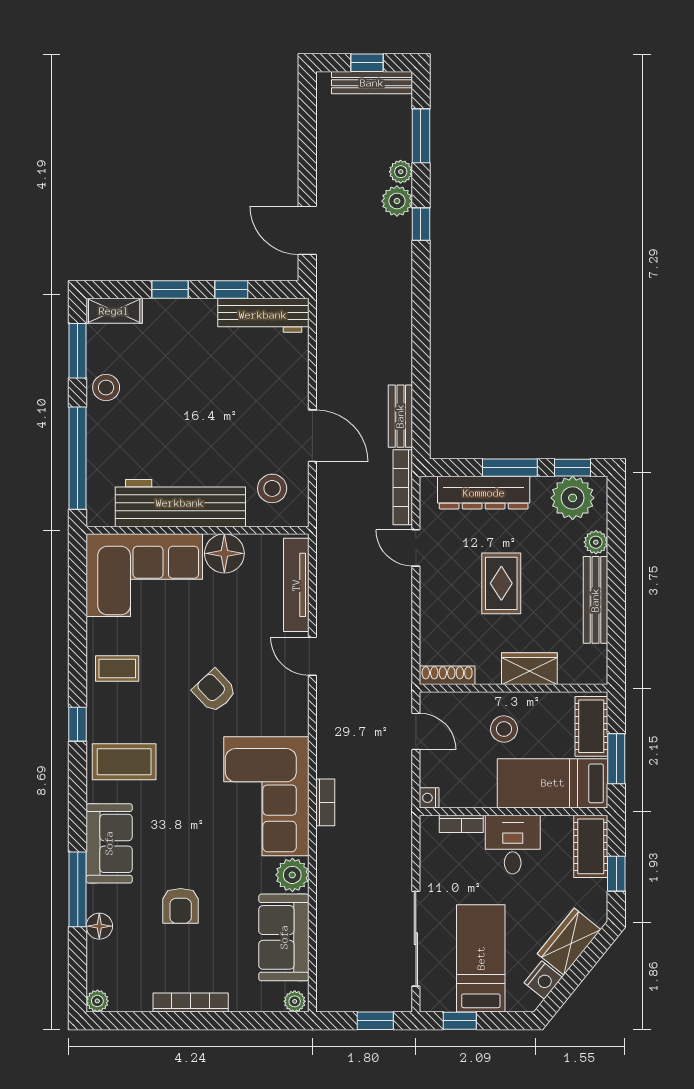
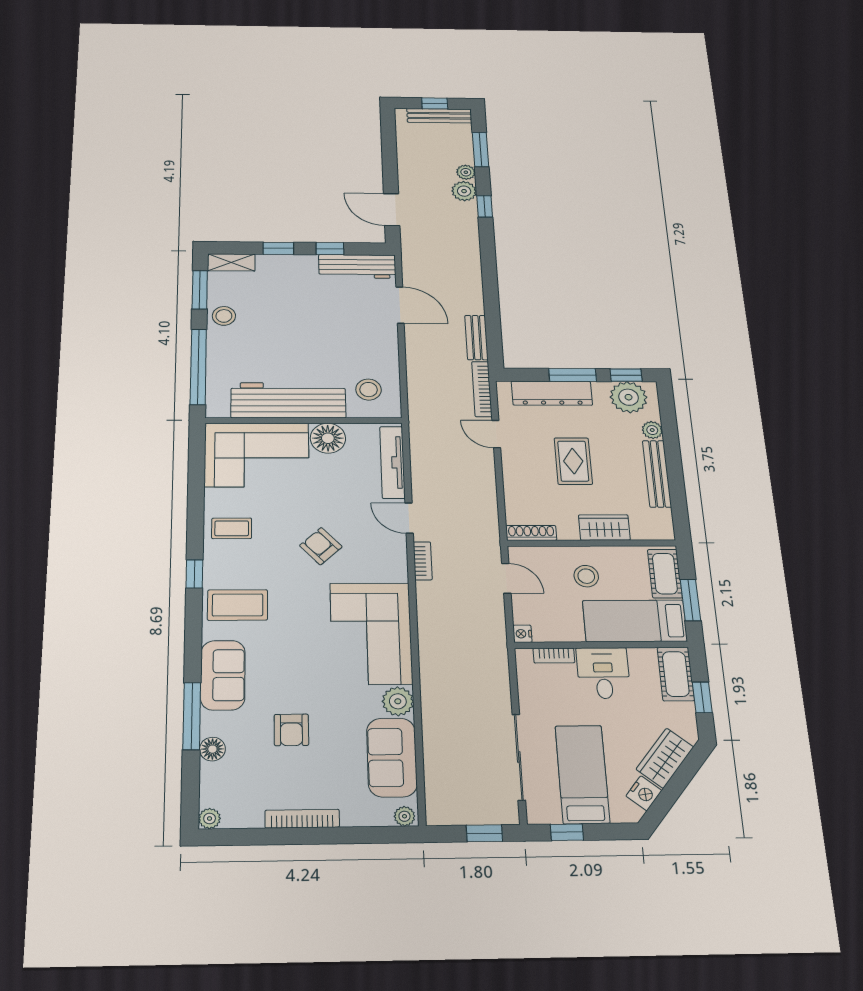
door: (312, 436) -> (400, 305), moved
bookcase: (325, 802) -> (423, 561), moved

